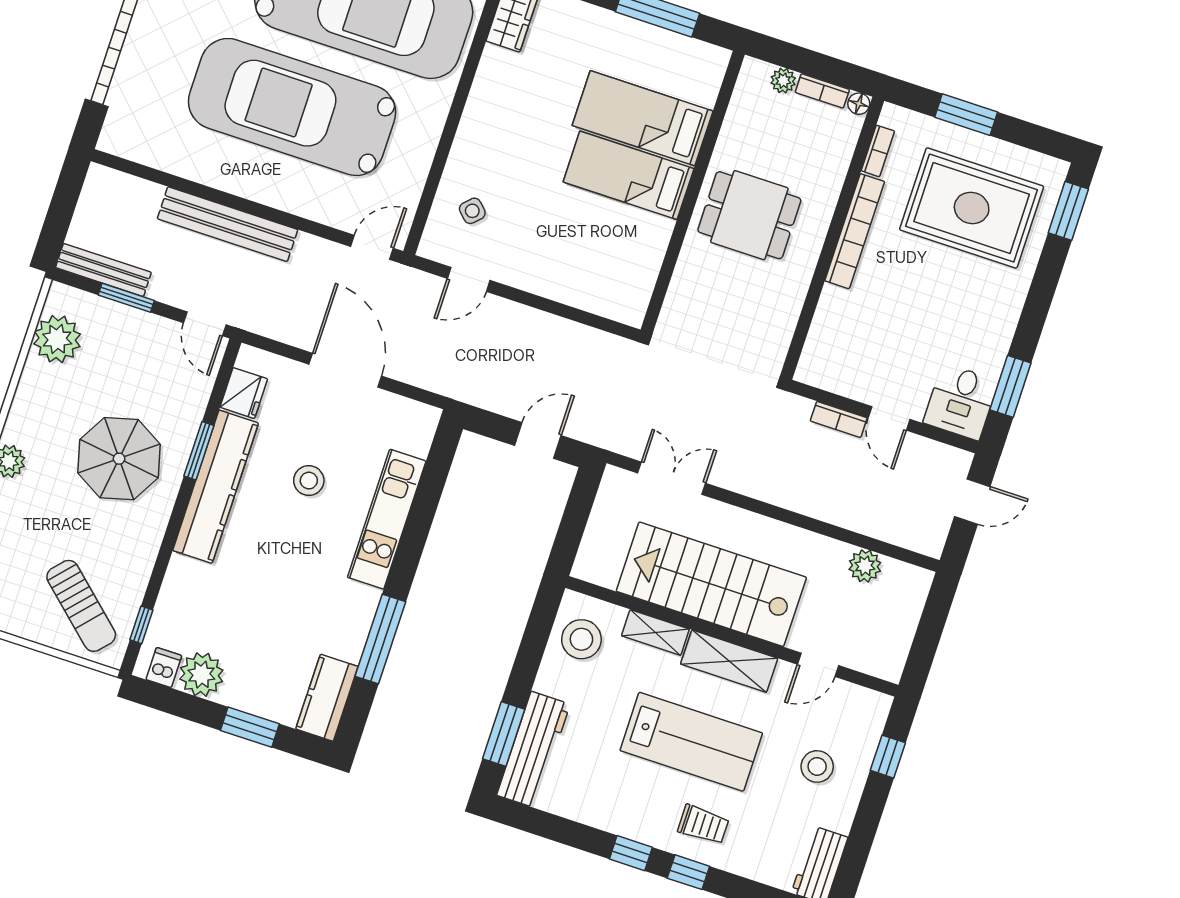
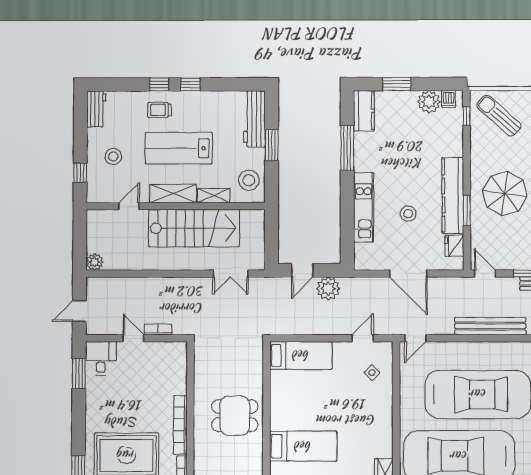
bed: (628, 175) -> (301, 355), moved
plant: (501, 391) -> (328, 289), added
plant: (865, 566) -> (95, 262), moved
window: (504, 734) -> (272, 145), moved

